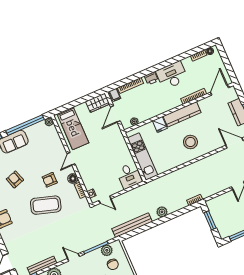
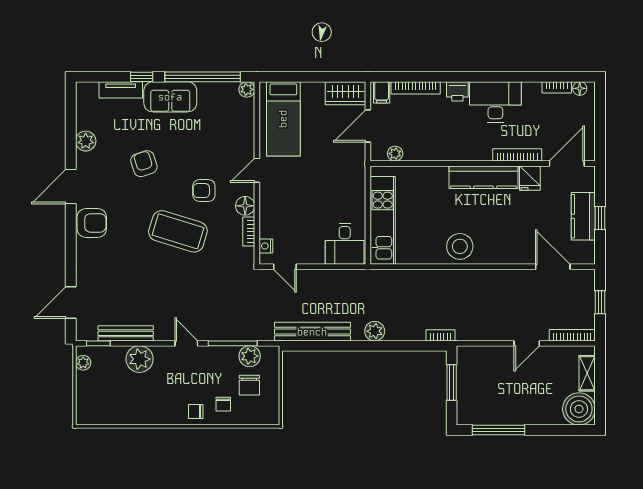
fridge: (160, 125) -> (530, 178), moved
stool: (190, 142) -> (460, 246), moved

